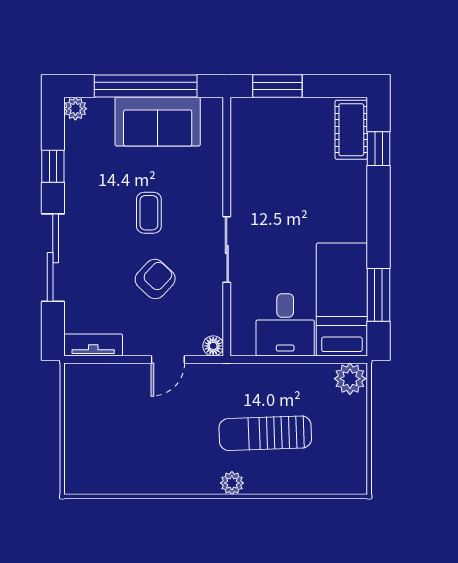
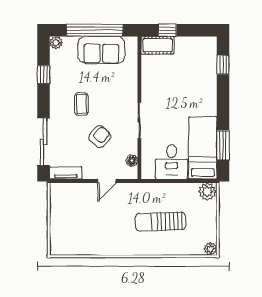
window: (277, 86) -> (167, 30), width x0.67
cot: (351, 130) -> (158, 45), moved, turned 90
coffee table: (149, 213) -> (81, 104), moved
sliding door: (53, 258) -> (44, 142), moved
floor lamp: (213, 346) -> (132, 161), moved
plant: (232, 483) -> (210, 249), moved

